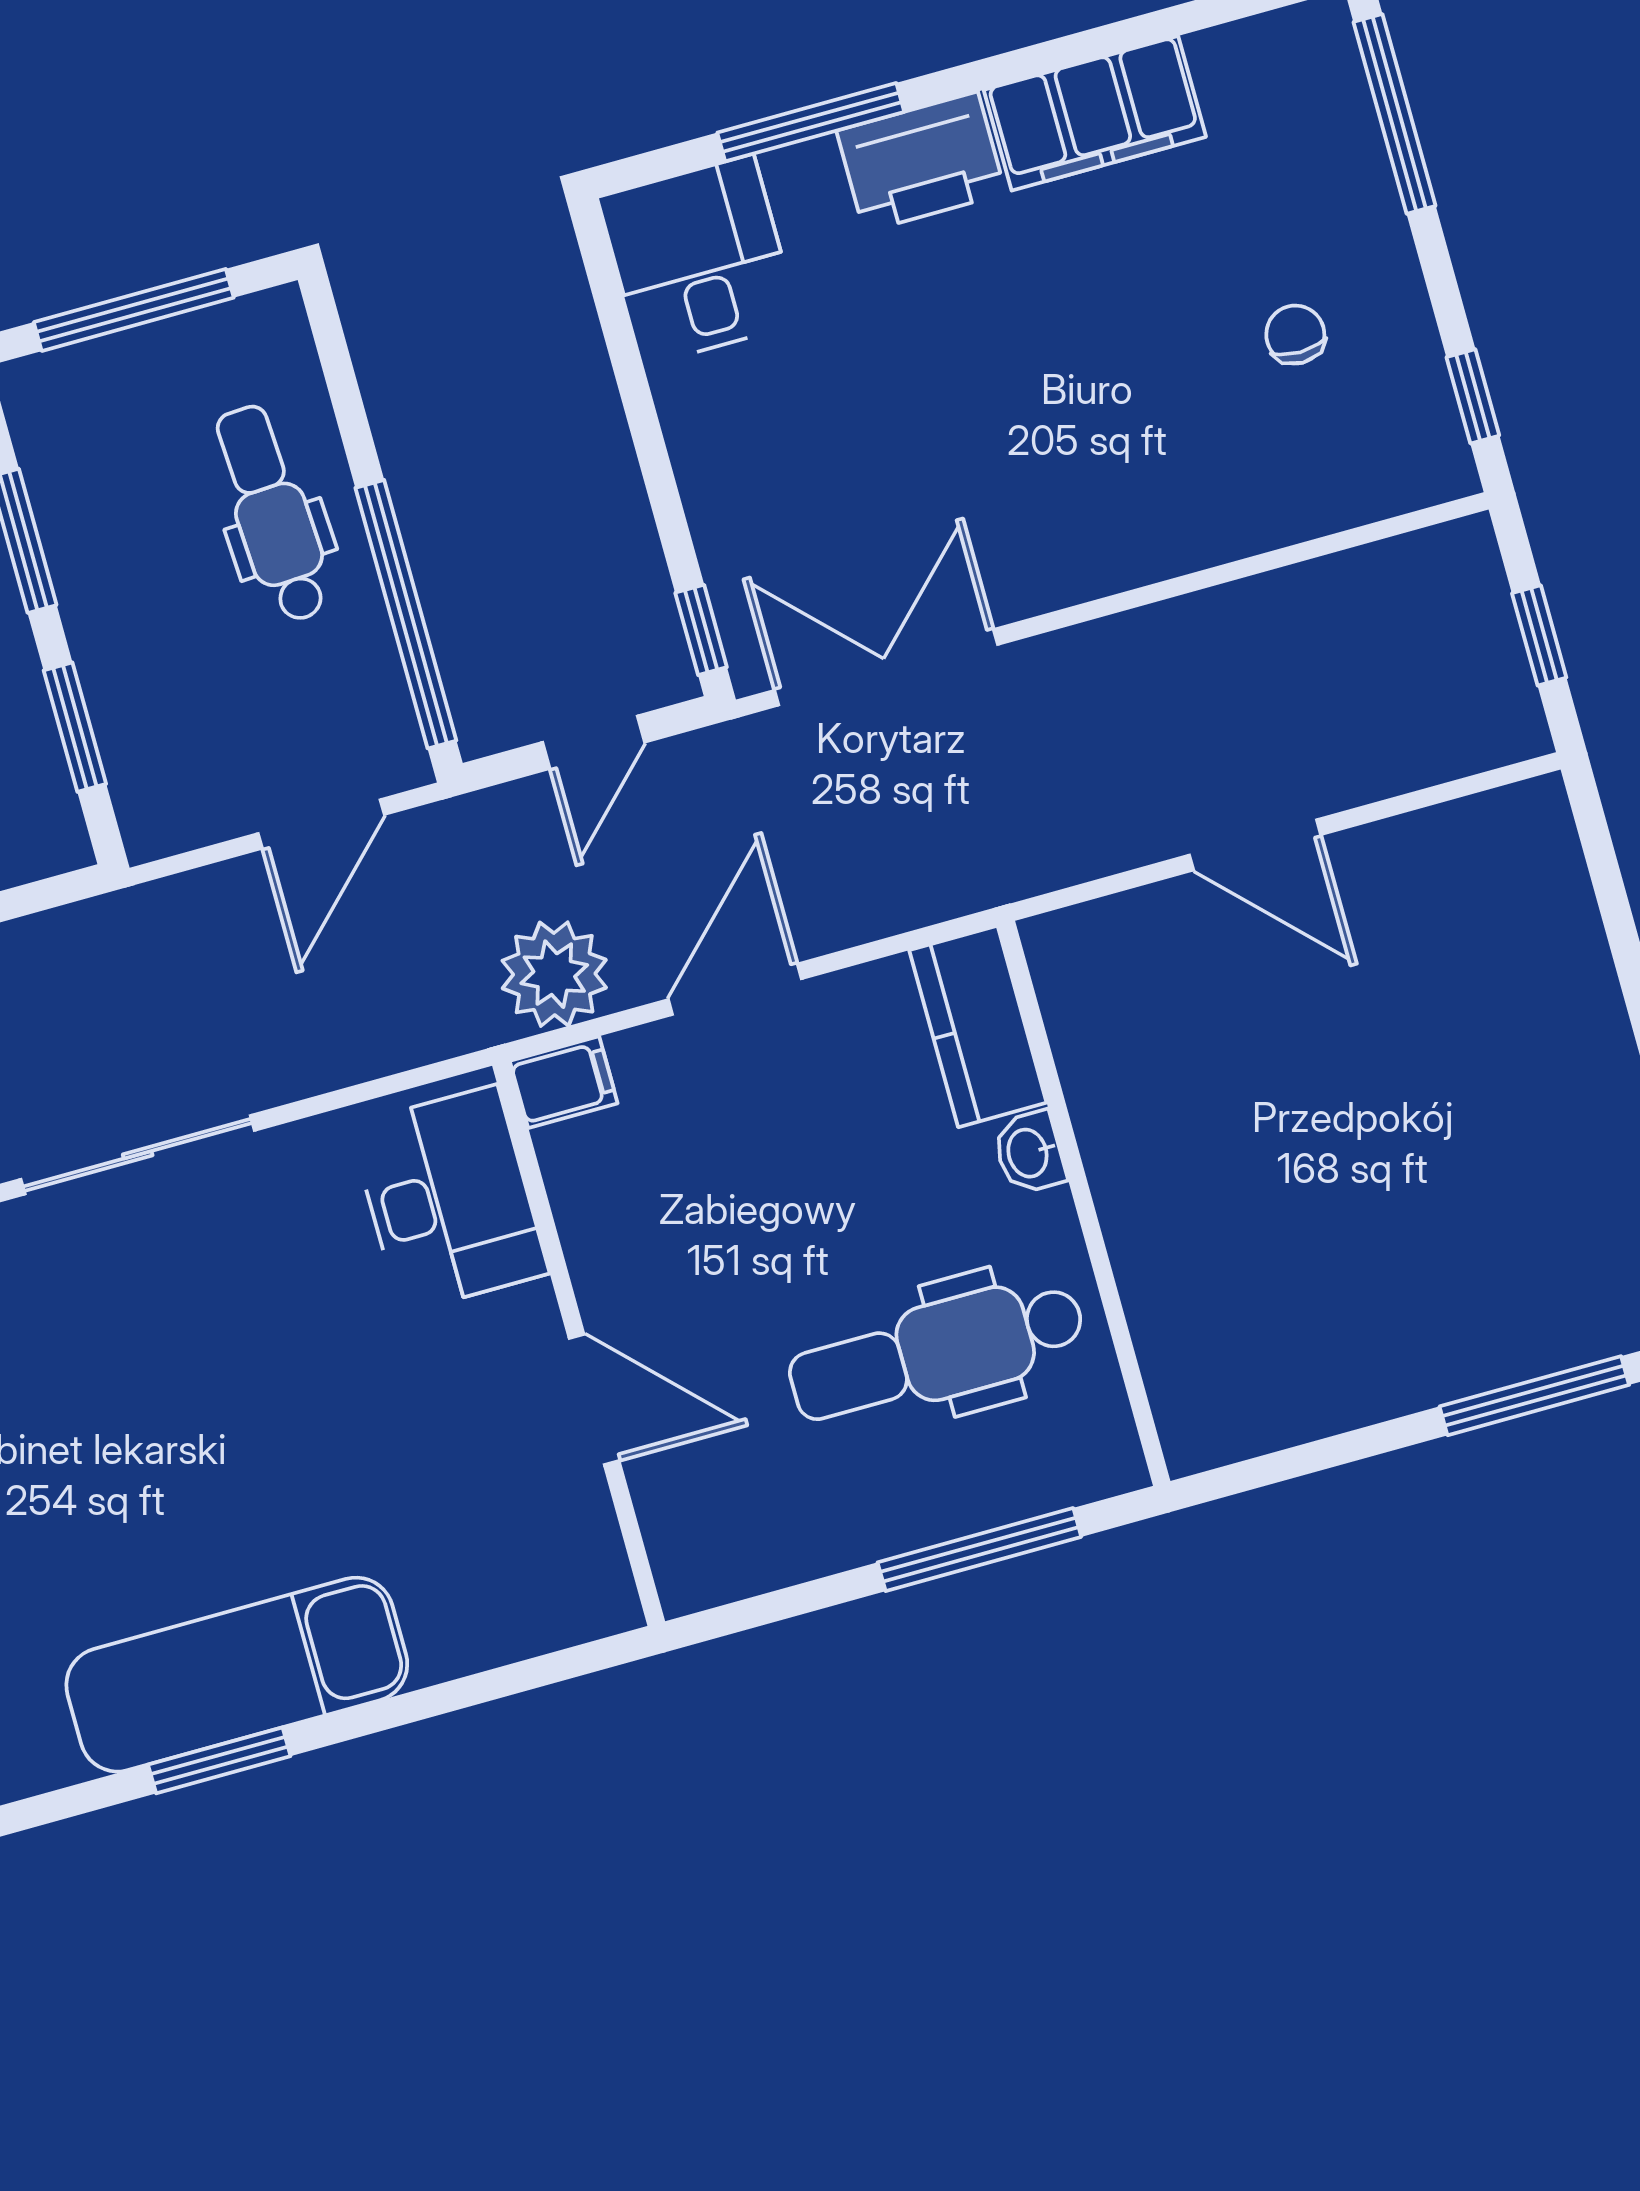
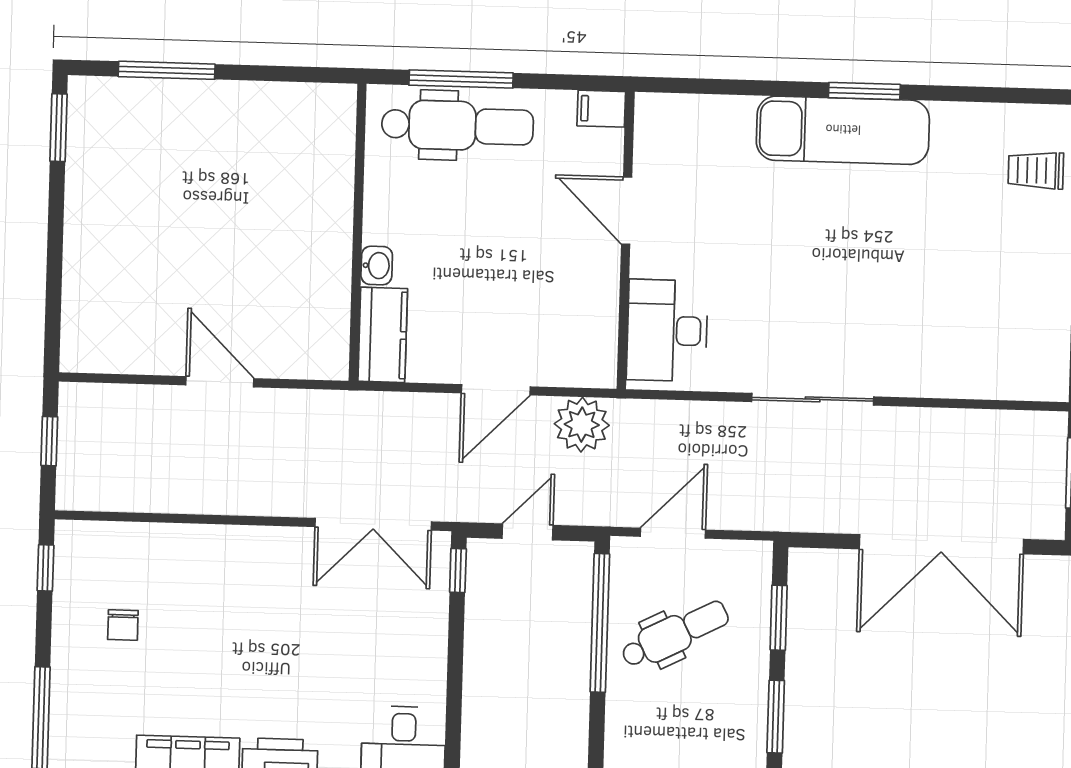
dental chair: (272, 514) -> (675, 634), moved, turned -114
filing cabinet: (564, 1082) -> (601, 109), moved
dental chair: (937, 1352) -> (457, 126), moved

